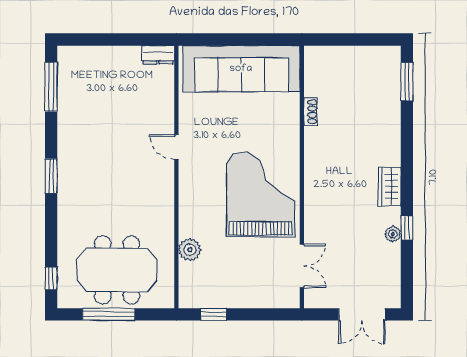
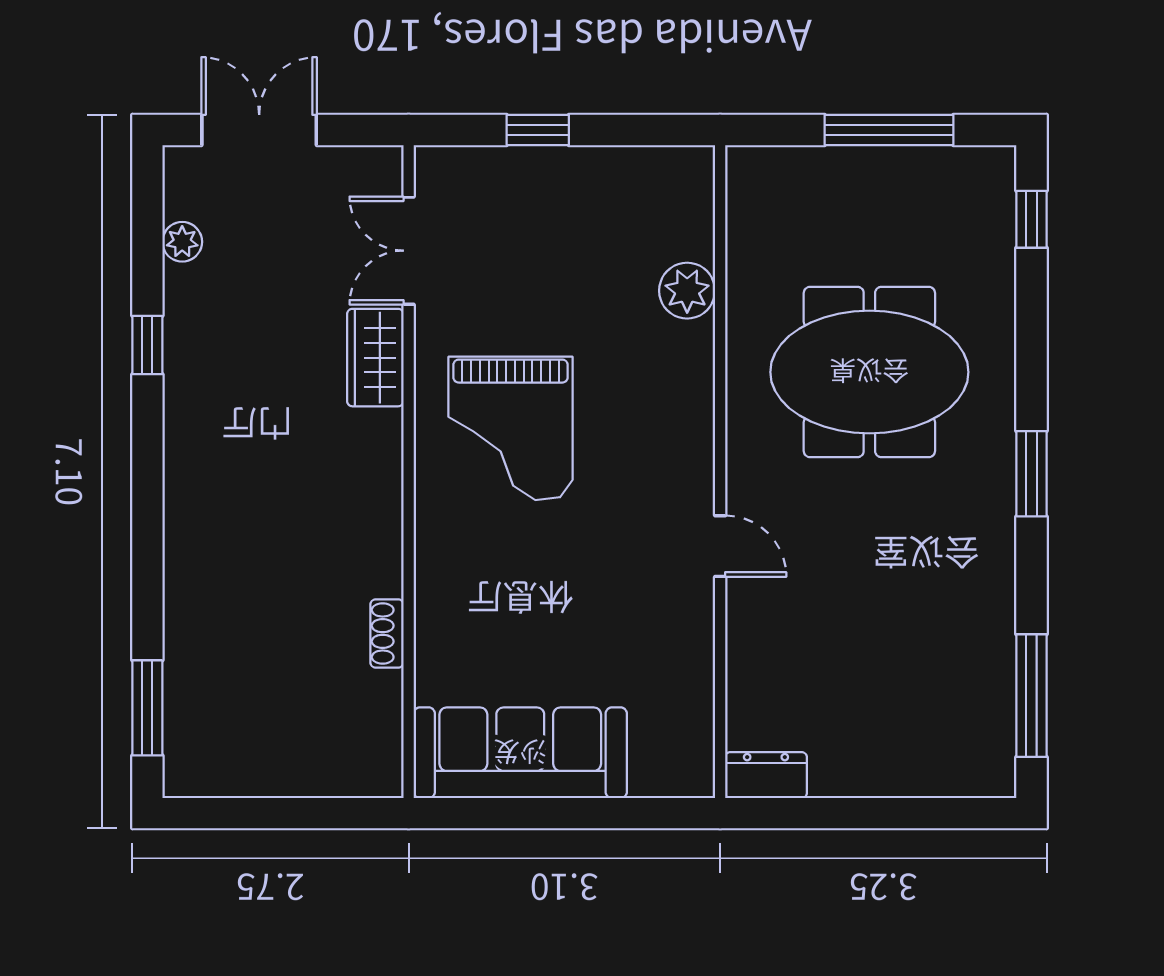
sofa: (241, 69) -> (520, 753), width x0.74, depth x0.79
wardrobe: (389, 186) -> (375, 358), moved, turned 180
grand piano: (261, 194) -> (511, 428), width x0.73, depth x0.68
plant: (393, 234) -> (182, 242), moved
meeting table: (117, 270) -> (869, 372), moved
window: (214, 314) -> (538, 130), moved

